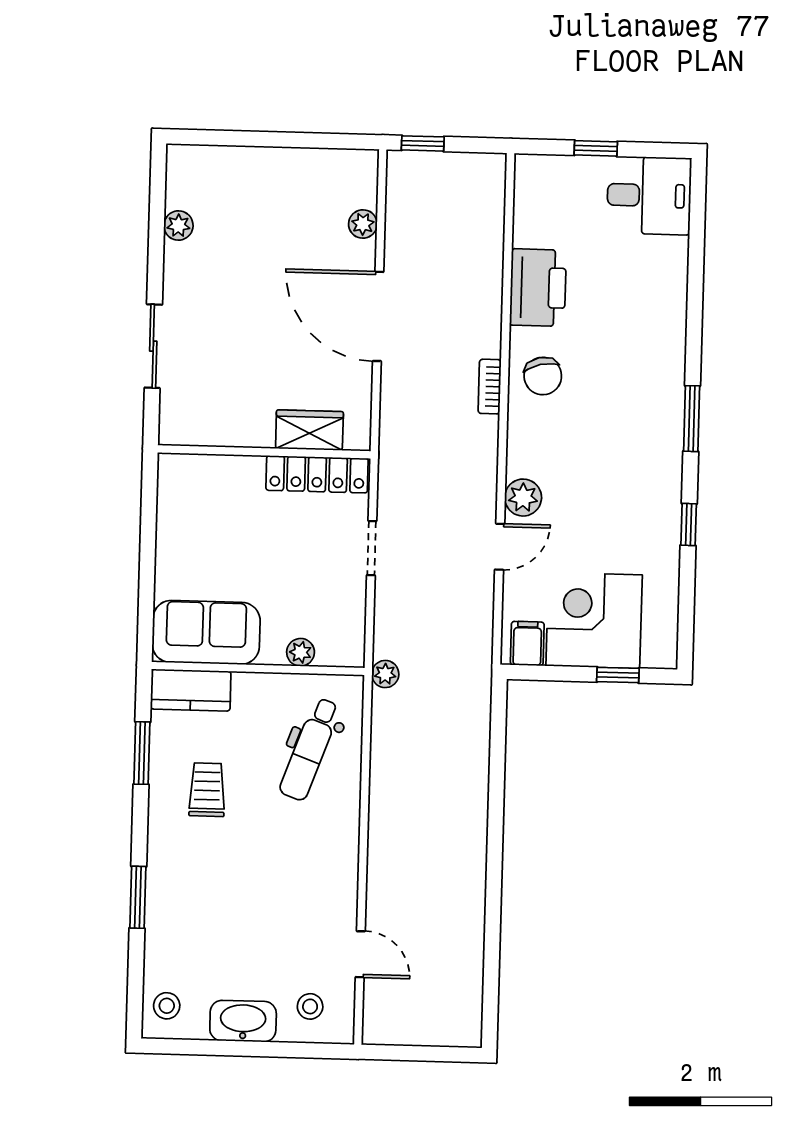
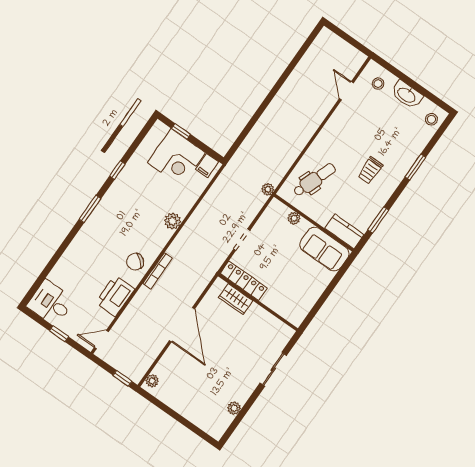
plant: (363, 224) -> (152, 381), moved
chair: (543, 376) -> (135, 262), turned -127
bookcase: (490, 387) -> (158, 271), width x1.56
door: (500, 547) -> (101, 340), moved
trolley: (207, 790) -> (370, 170), moved

